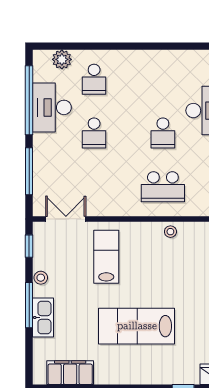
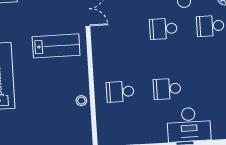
school desk: (163, 187) -> (120, 92), width x0.54

